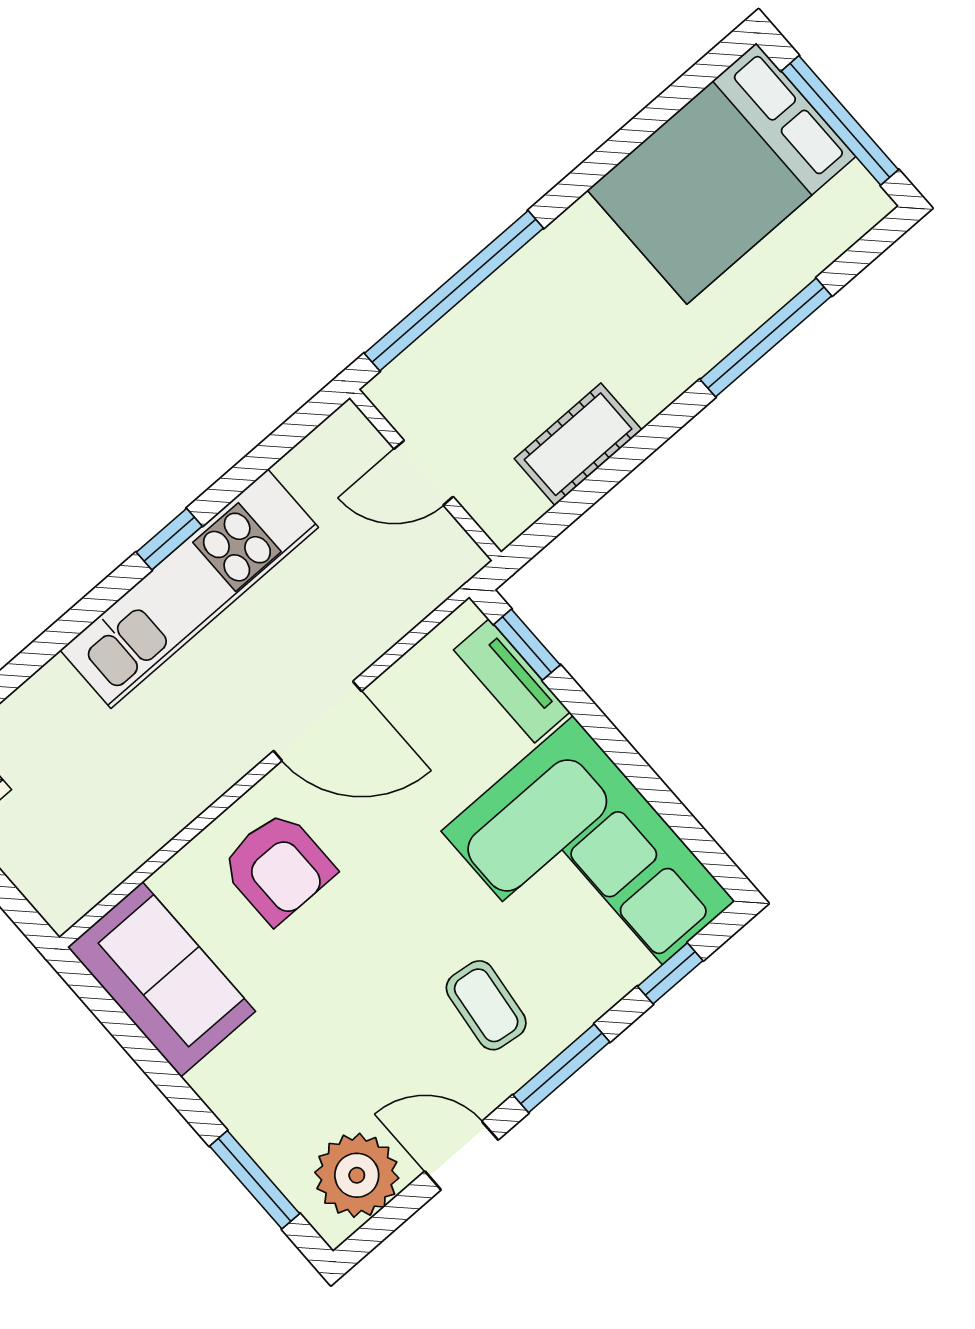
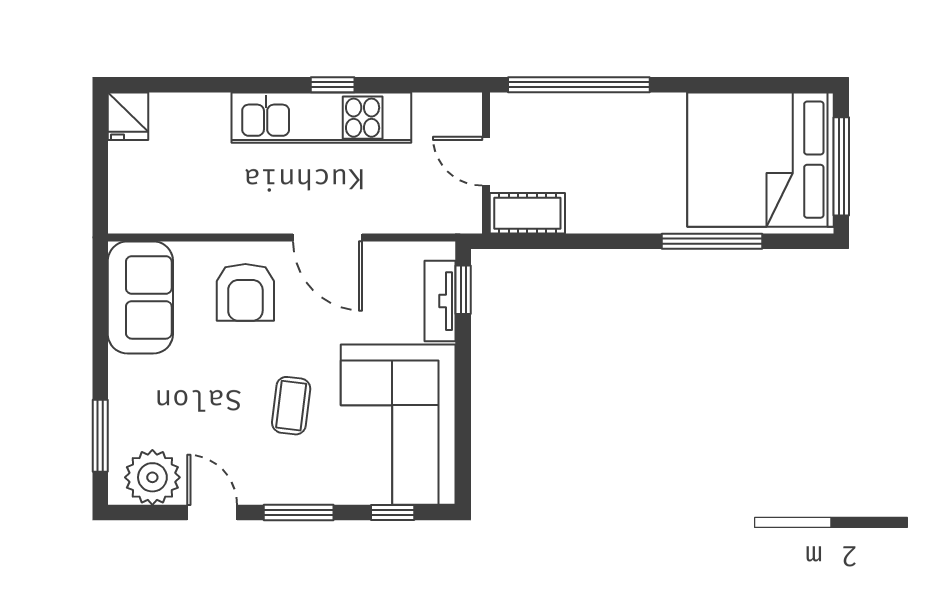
bed: (722, 173) -> (760, 160), width x1.36
cot: (578, 444) -> (527, 213), moved
coffee table: (486, 1005) -> (291, 406), moved

